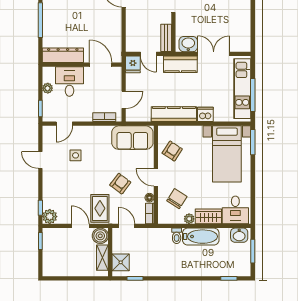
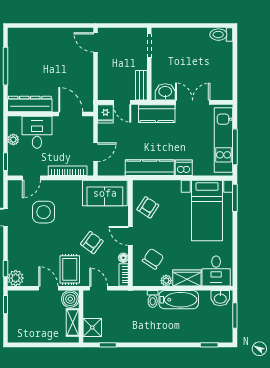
bookcase: (104, 117) -> (68, 171), width x1.56
side table: (76, 155) -> (44, 212), width x1.87, depth x1.87

